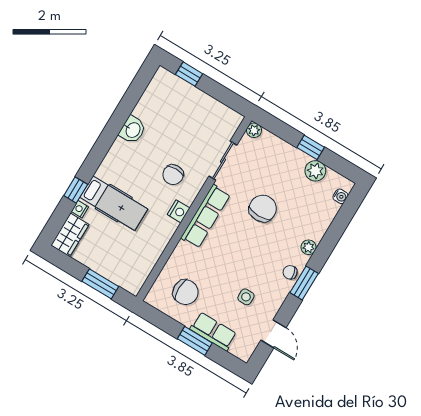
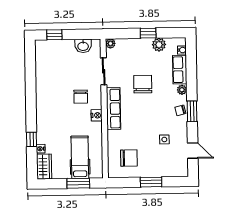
washbasin: (133, 130) -> (83, 46), moved, turned 90
hospital bed: (114, 203) -> (80, 157), moved, turned -90
row of seats: (213, 331) -> (180, 70), moved, turned -90

